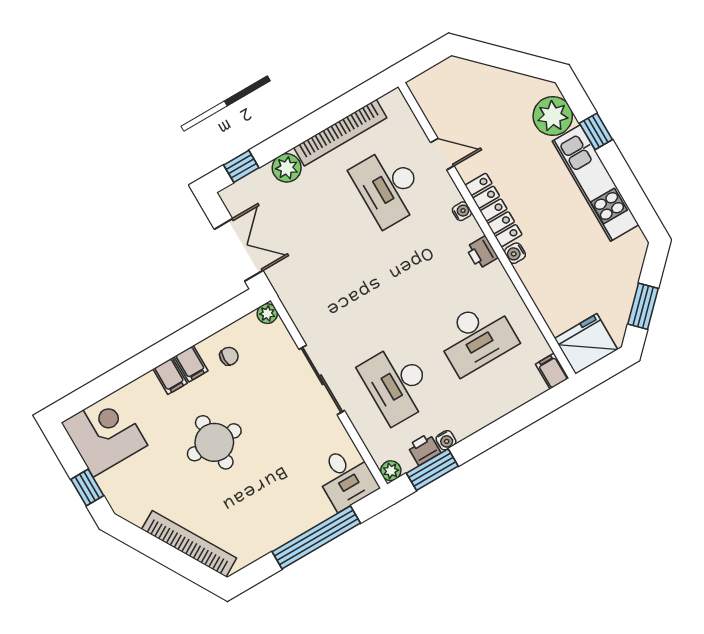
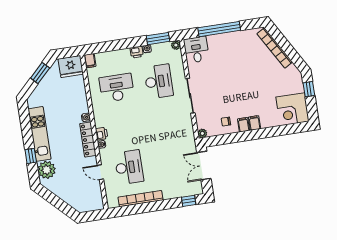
plant: (287, 168) -> (169, 193), removed
printer: (482, 252) -> (102, 134), moved
round table: (214, 442) -> (247, 87), removed
printer: (424, 449) -> (137, 52), moved

